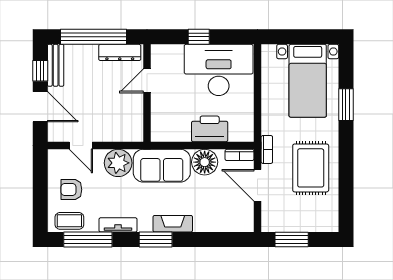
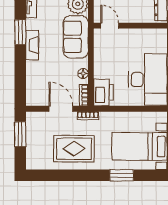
door: (147, 81) -> (110, 26), moved
printer: (210, 129) -> (103, 92), moved
floor lamp: (205, 162) -> (83, 74), width x0.53, depth x0.53
door: (258, 185) -> (61, 109), hinge flipped

